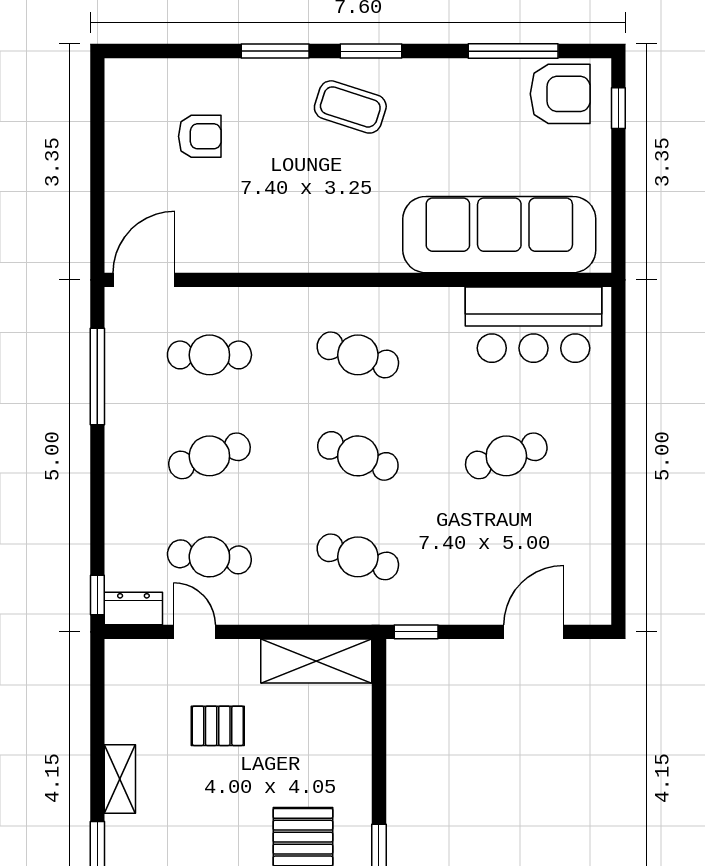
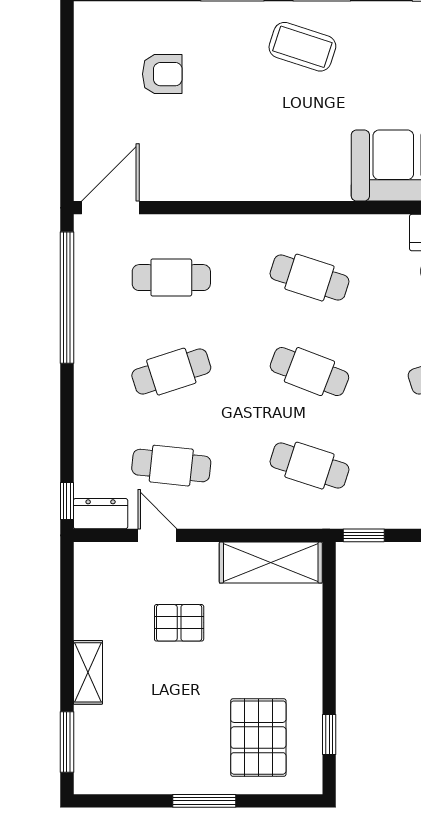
window: (97, 376) -> (67, 298), width x1.46

